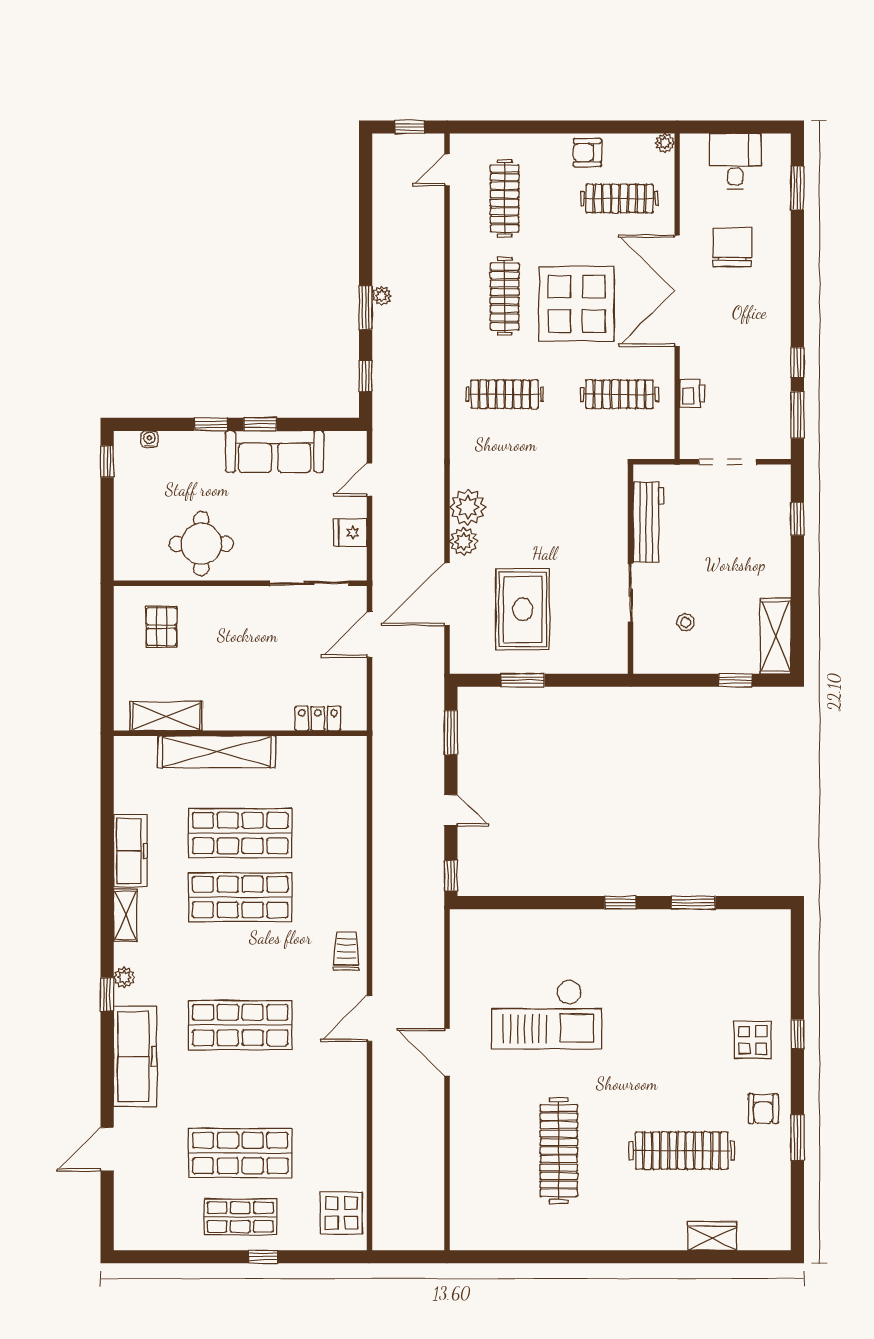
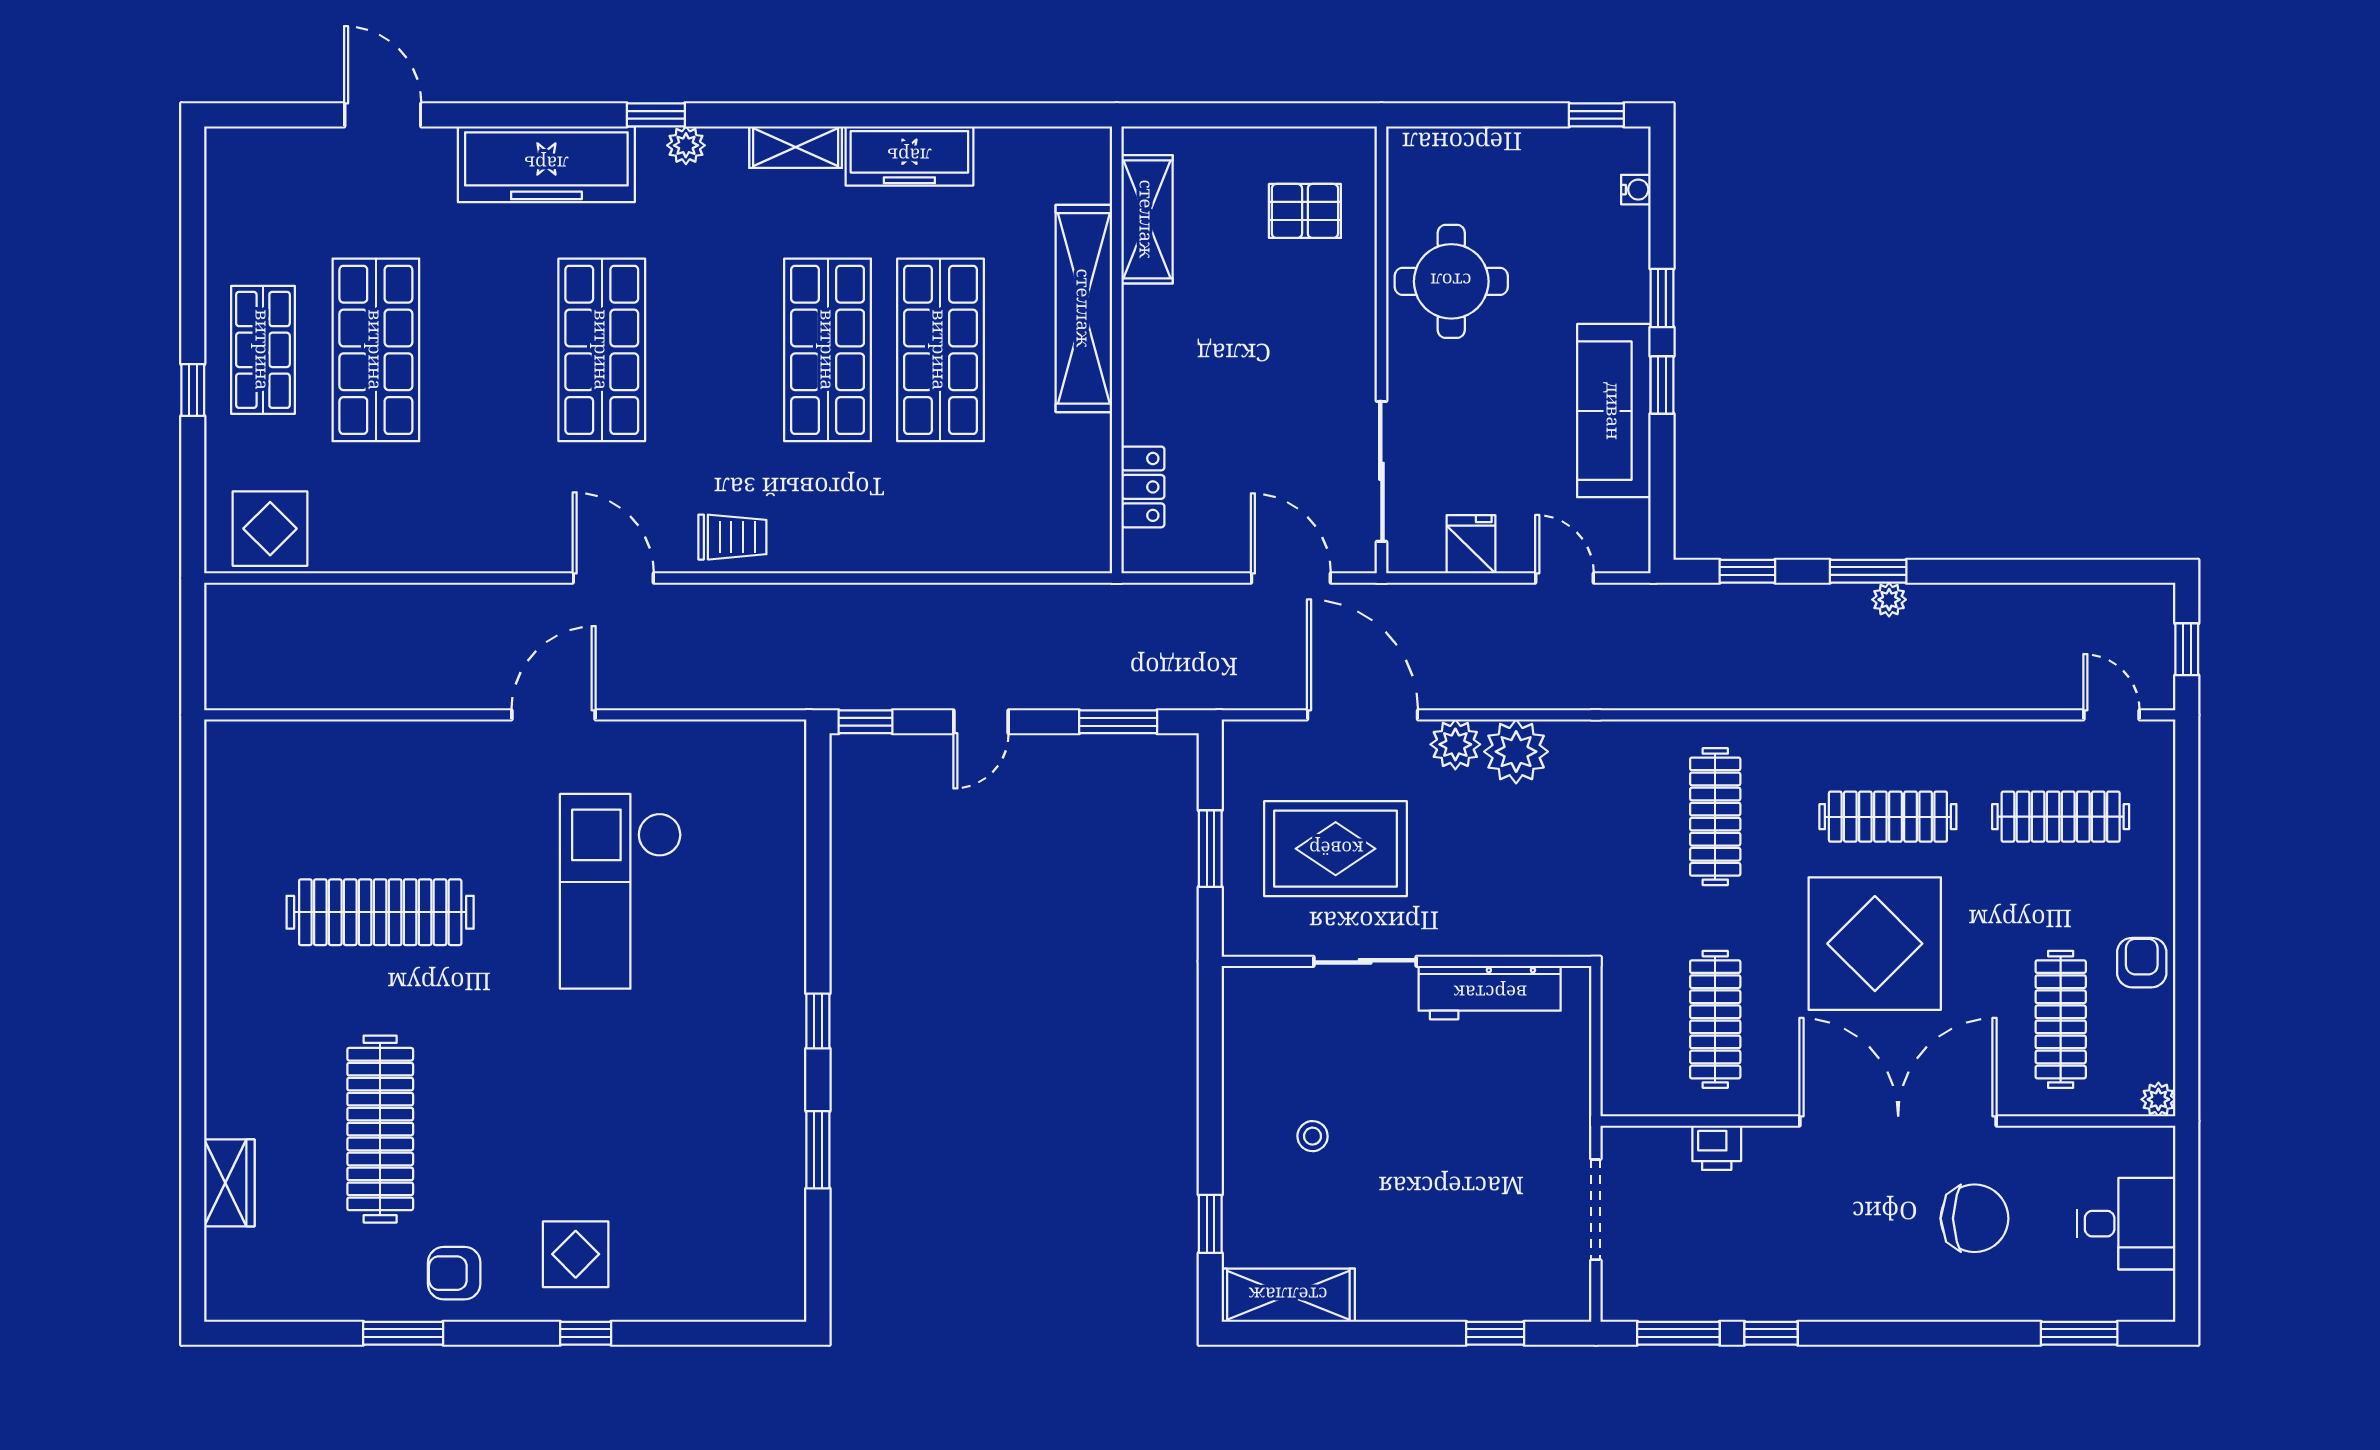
workbench: (648, 522) -> (1490, 993), moved
wall: (631, 569) -> (1407, 961), moved
sliding door: (631, 593) -> (1365, 961), moved

